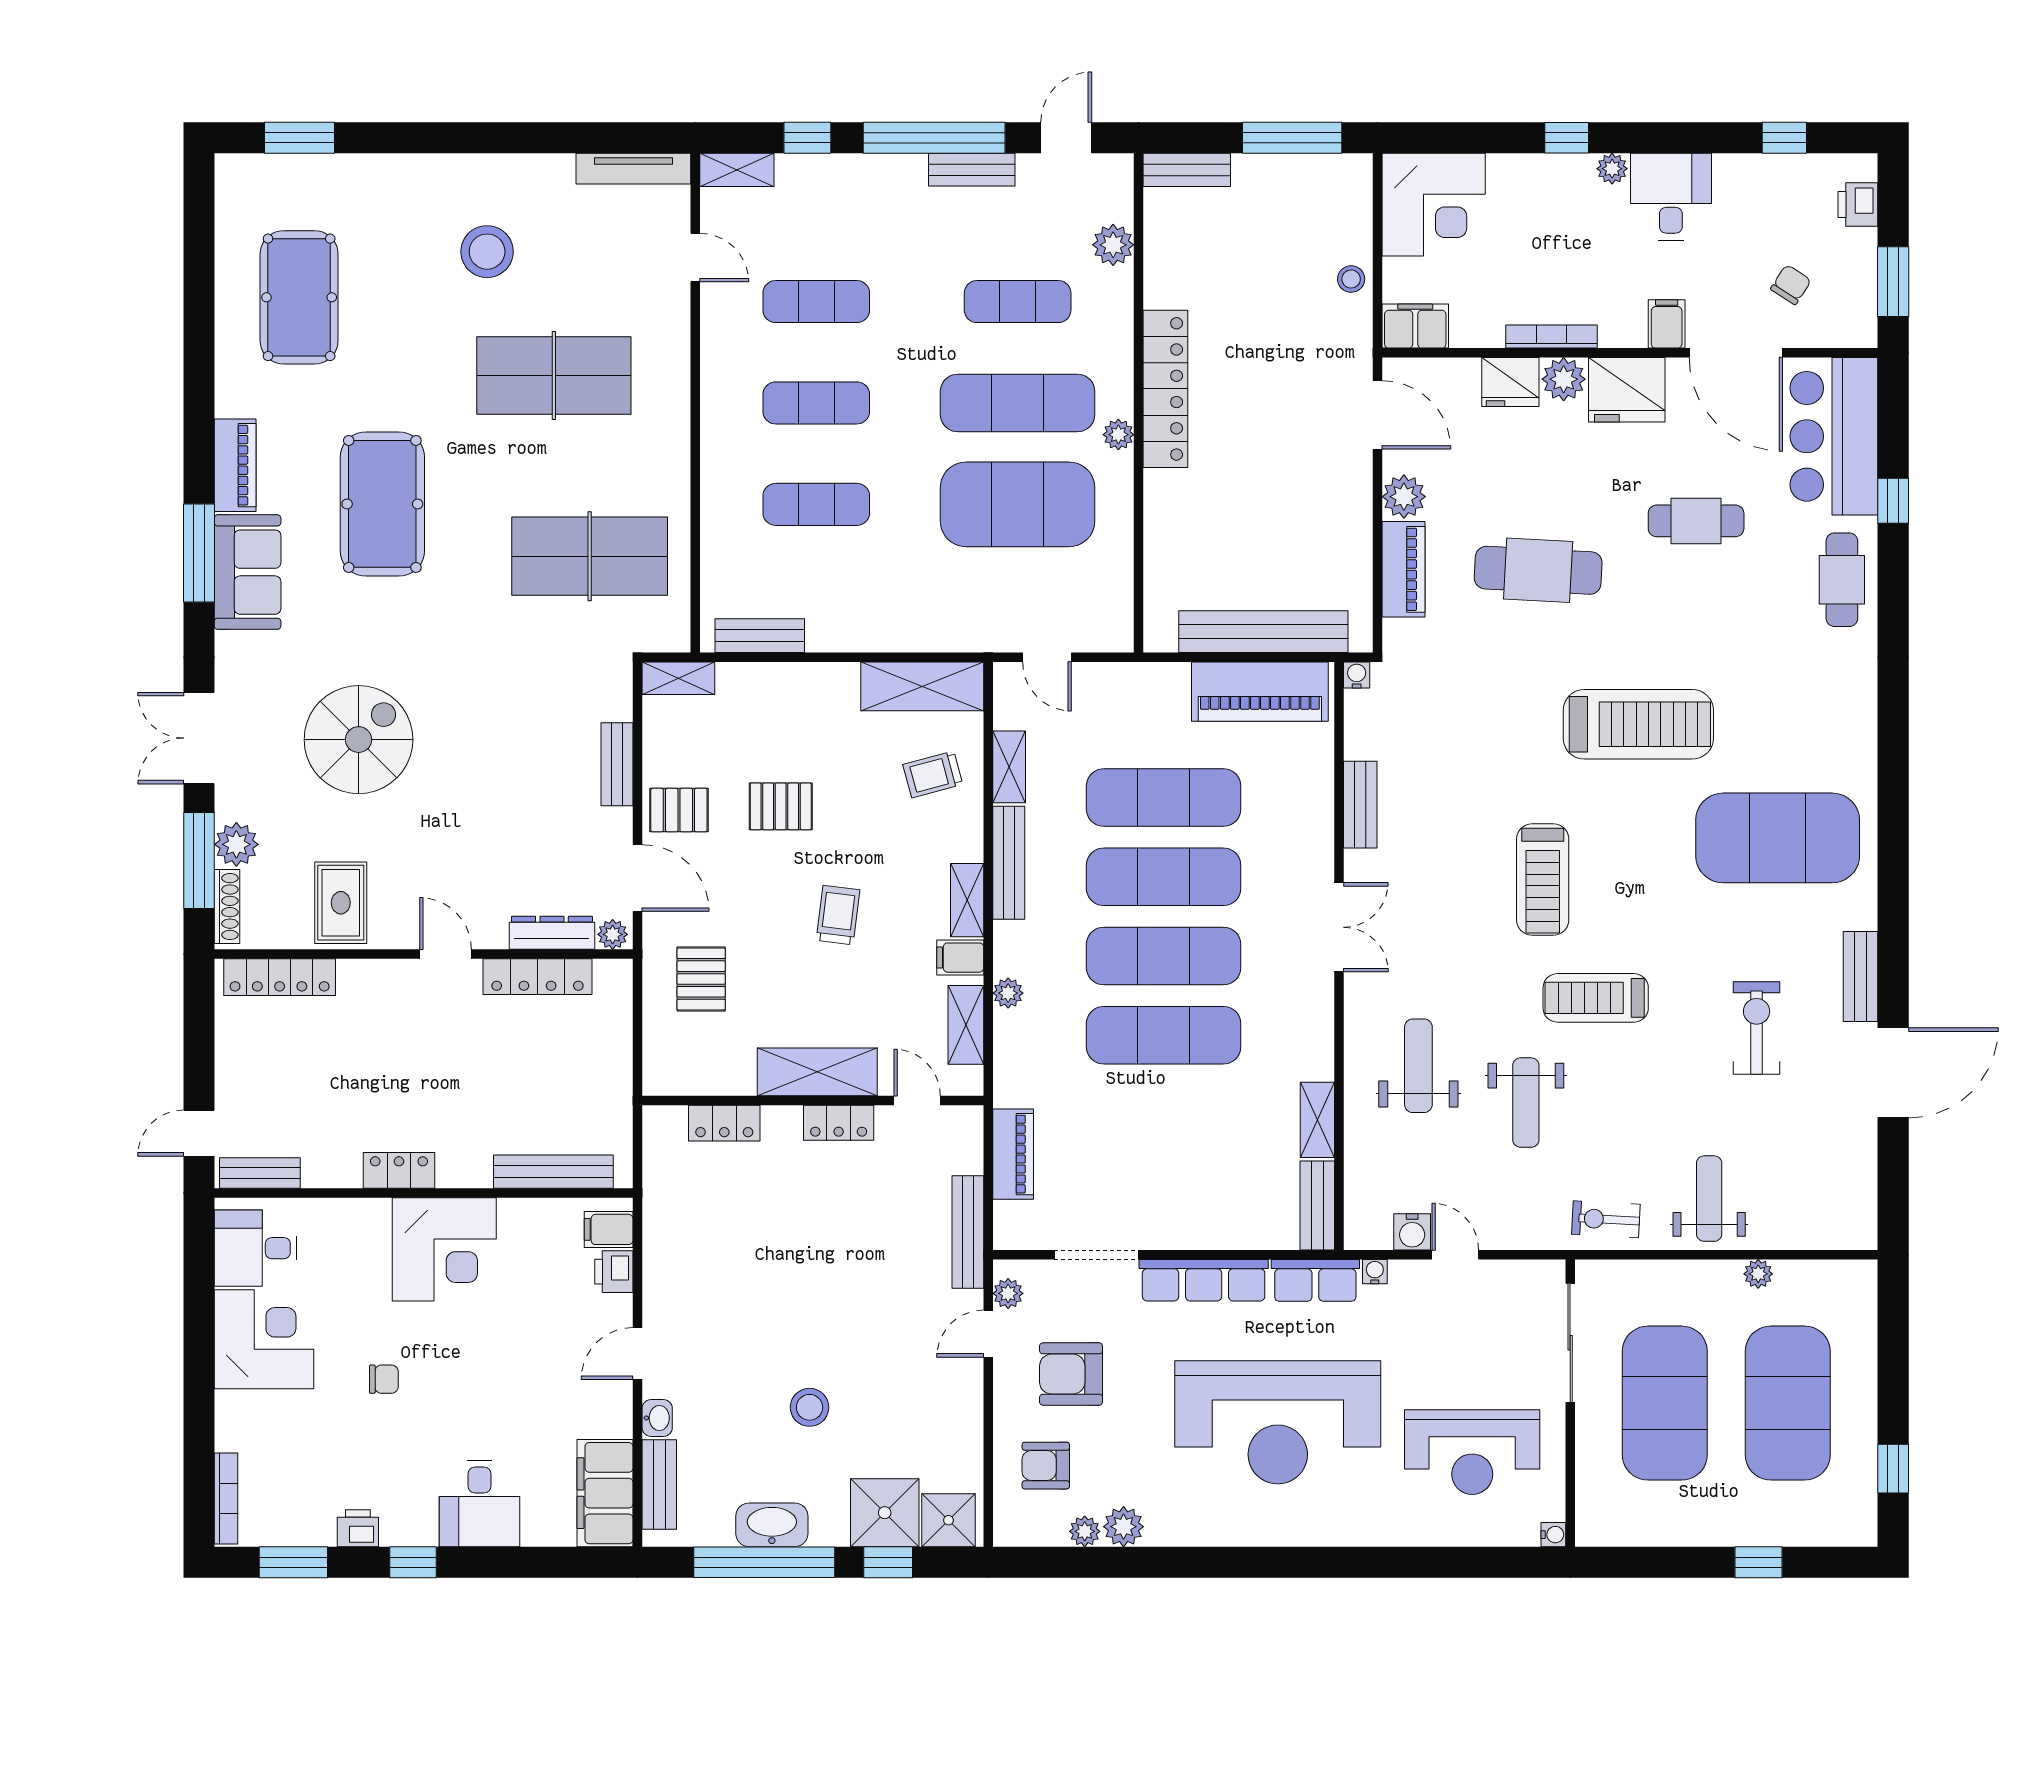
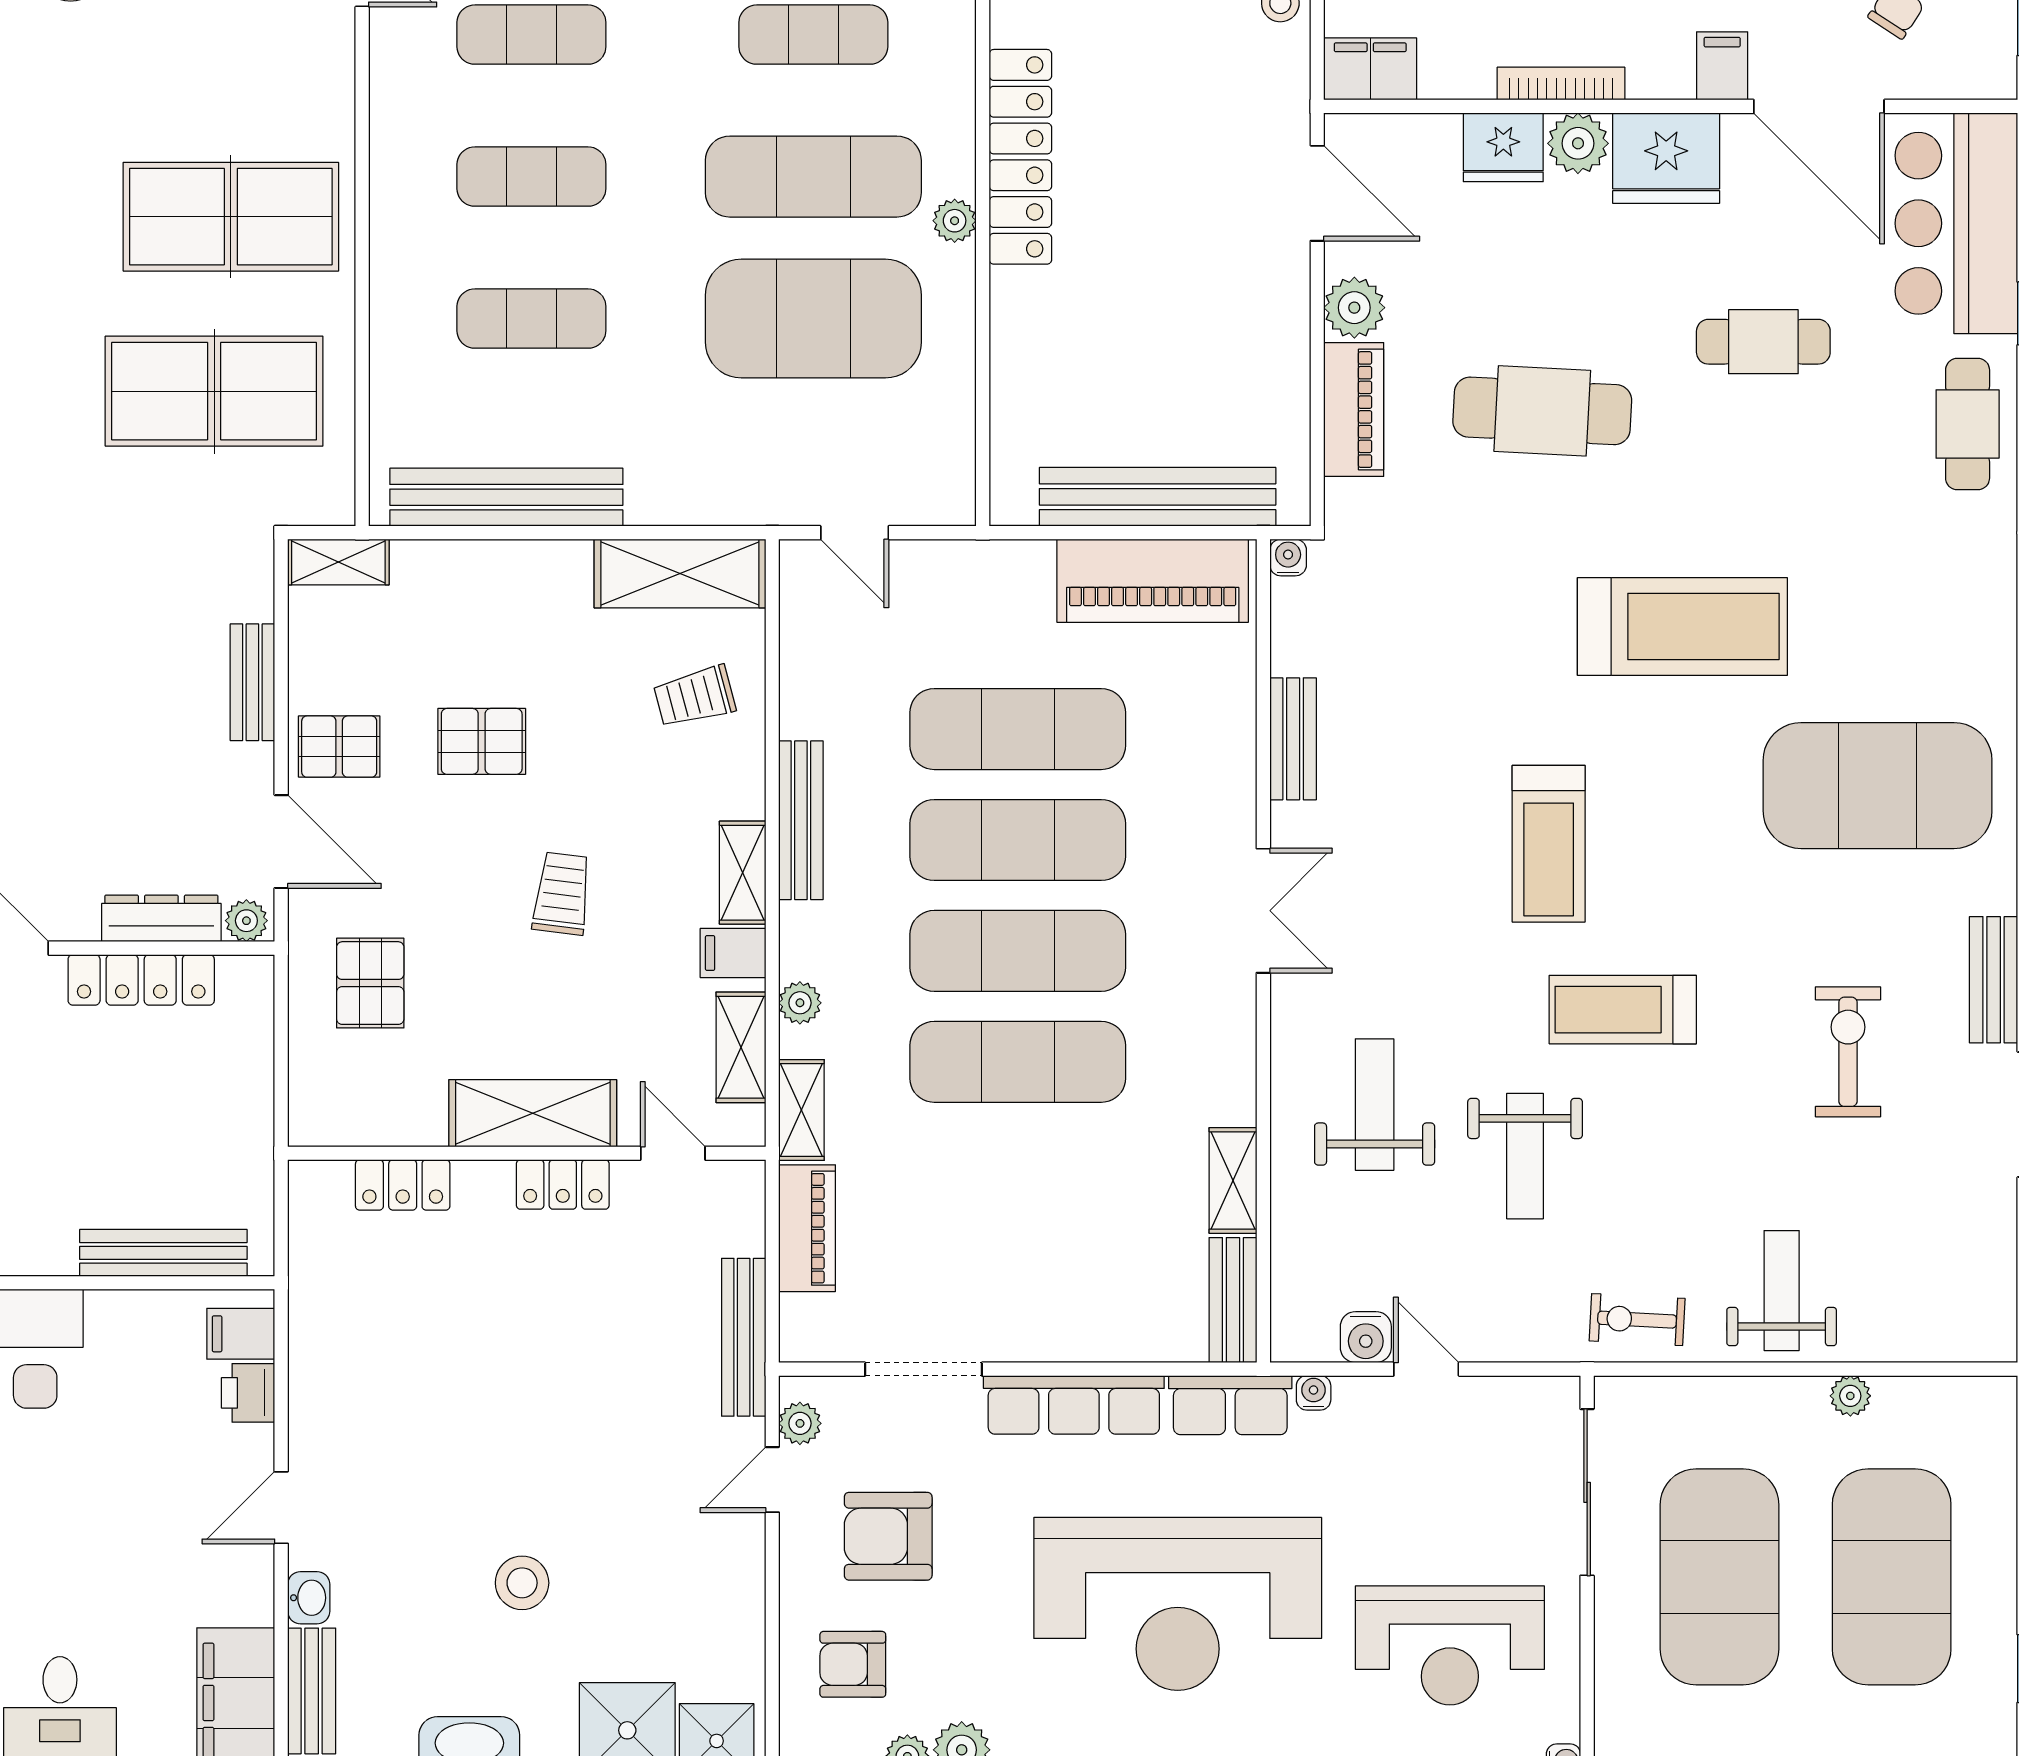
table tennis table: (554, 375) -> (231, 217), moved
bench: (760, 636) -> (506, 497), width x1.86, depth x1.21
shelving: (1009, 767) -> (801, 1110), moved

